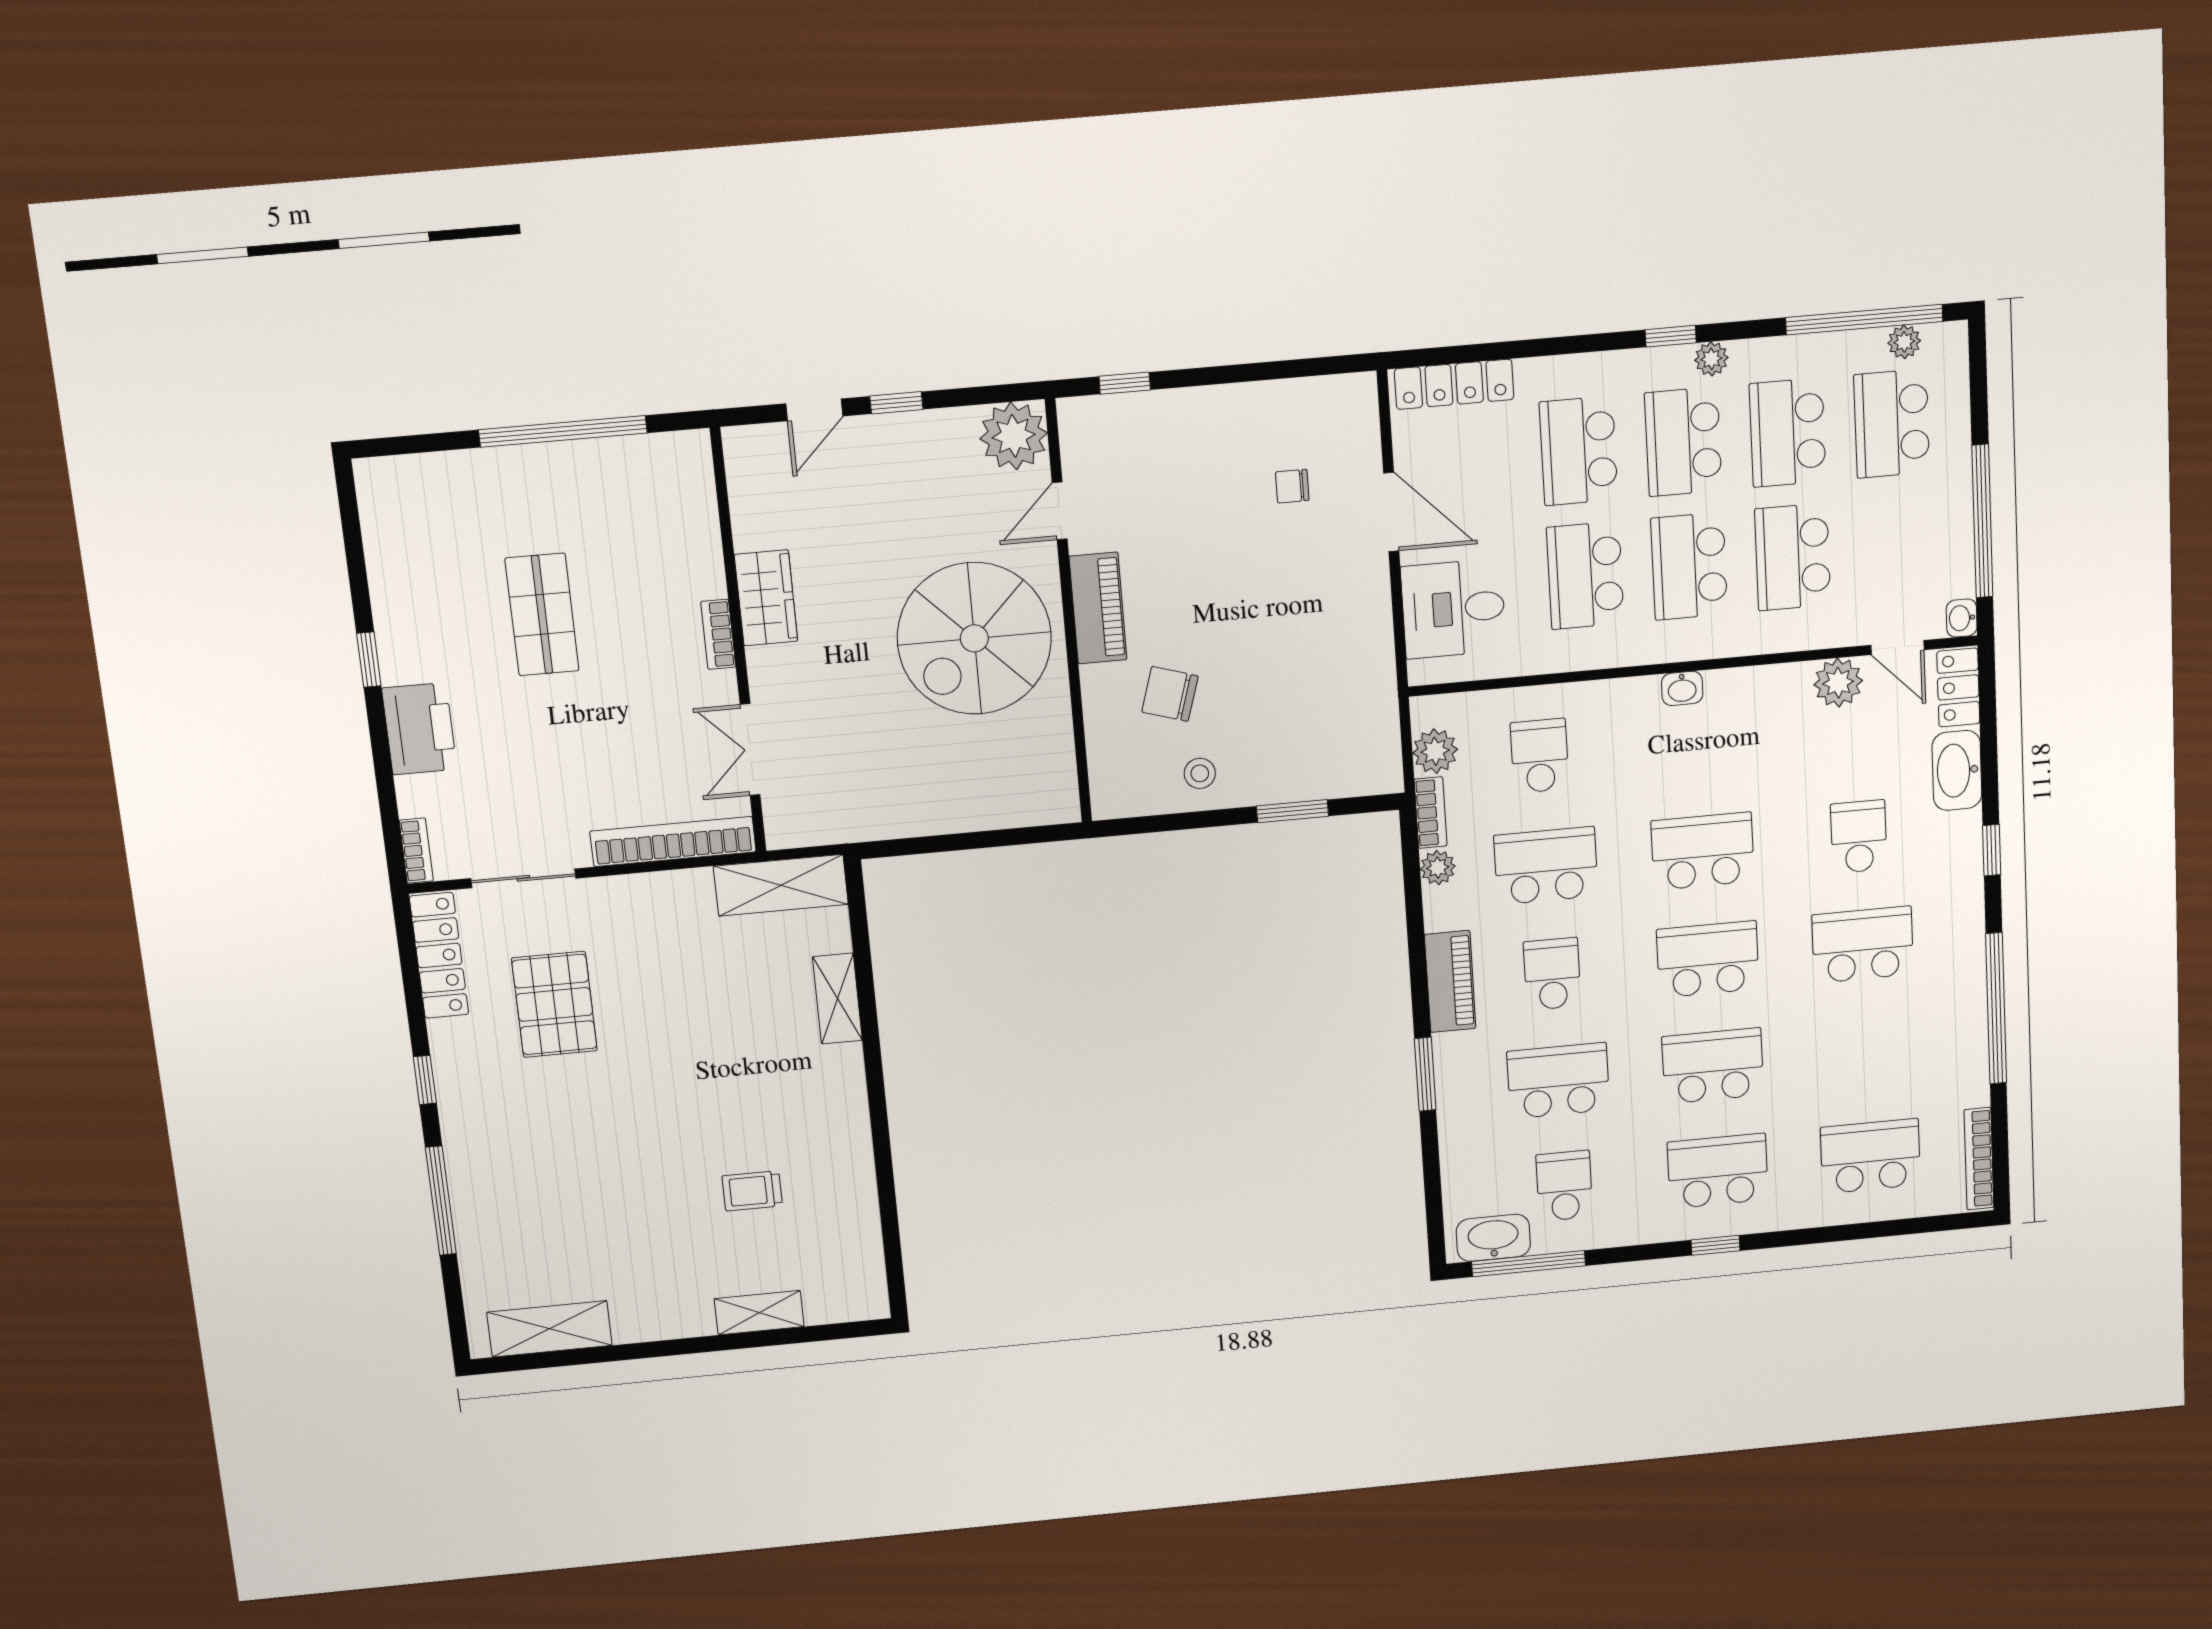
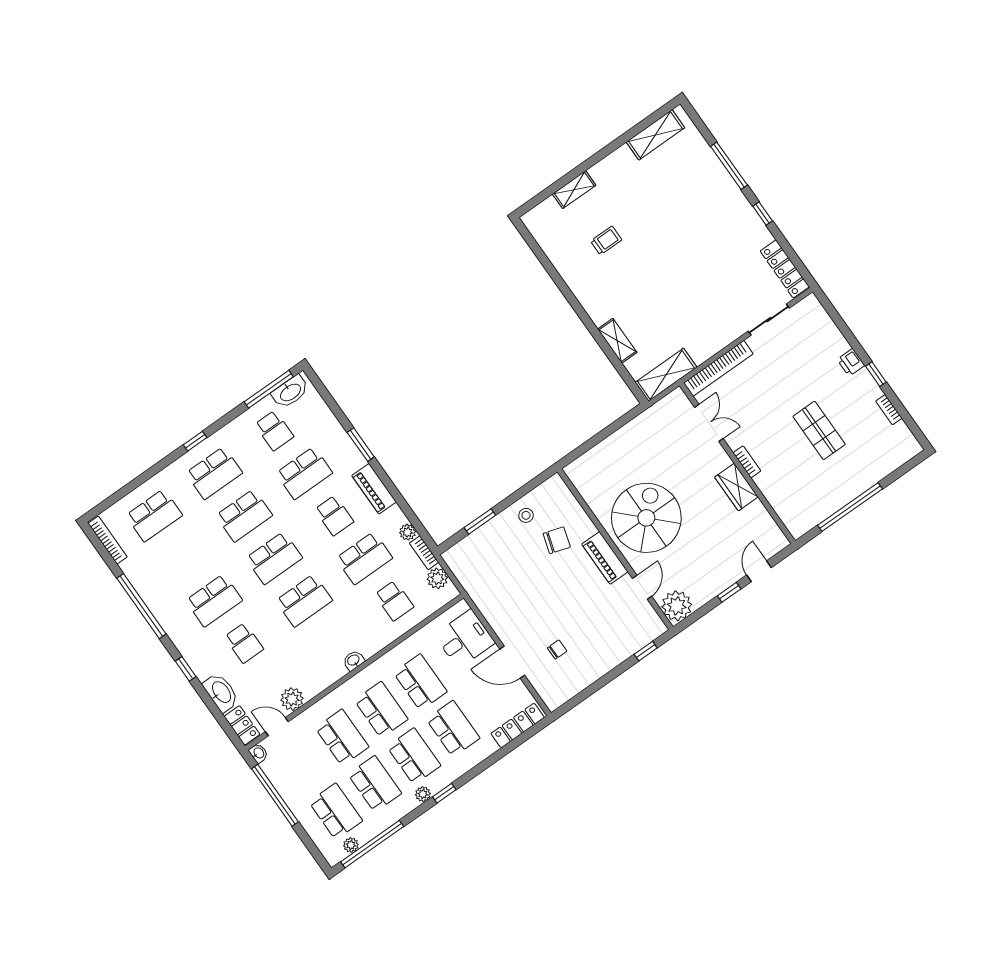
printer: (419, 729) -> (851, 362), width x0.53, depth x0.68
bookcase: (416, 851) -> (889, 410), moved
pallet: (554, 1004) -> (728, 274), removed

